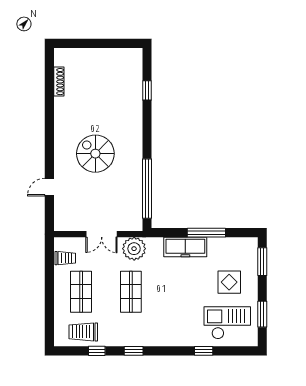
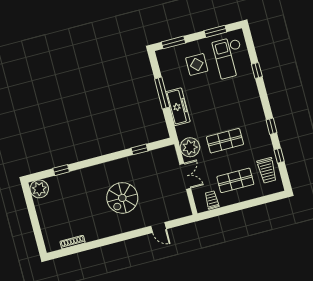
plant: (132, 59) -> (39, 189), added
window: (147, 189) -> (139, 149), width x0.32

